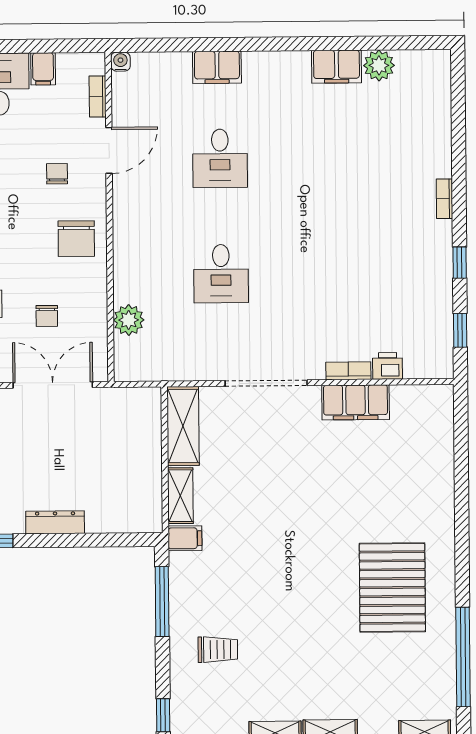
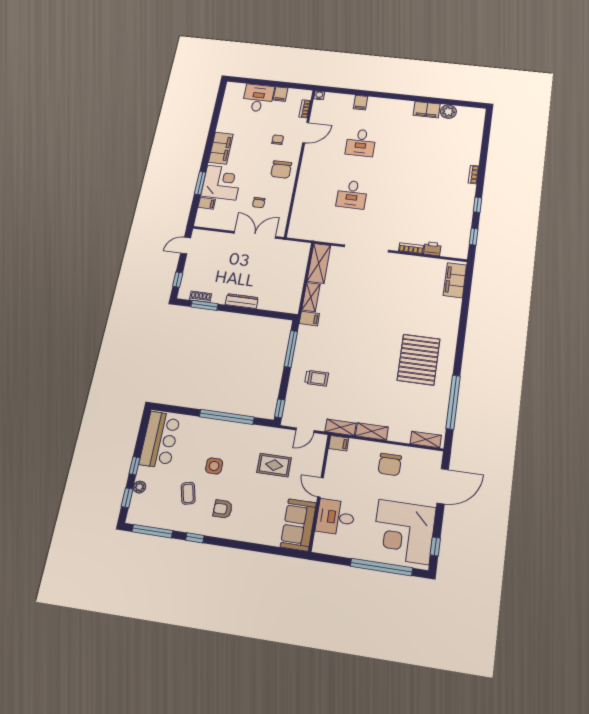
filing cabinet: (217, 67) -> (361, 103), width x0.50
plant: (129, 320) -> (300, 210), removed
filing cabinet: (356, 402) -> (455, 280), moved, turned 90

